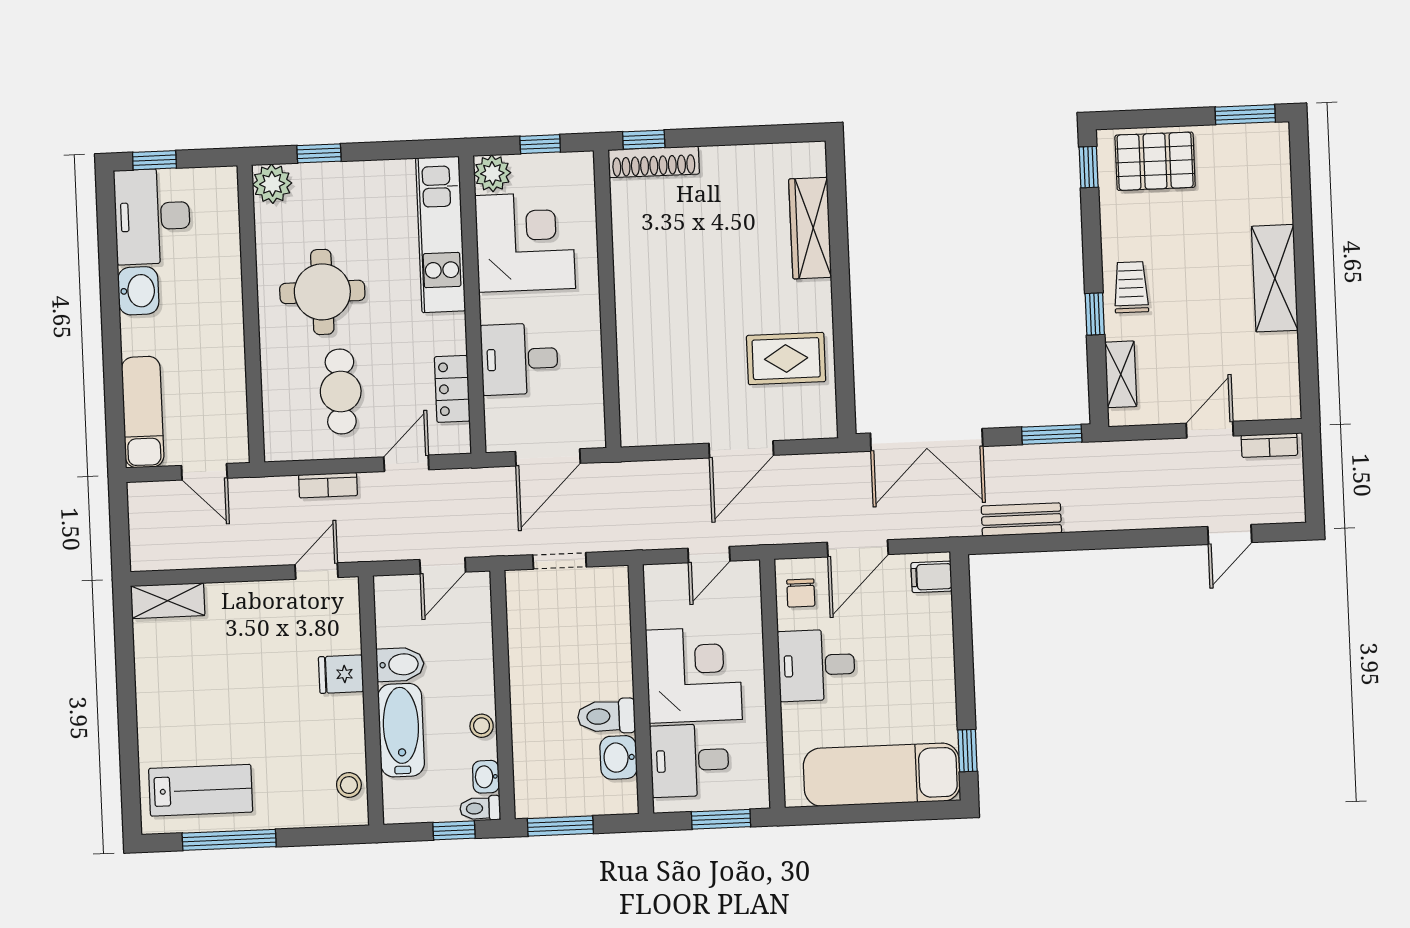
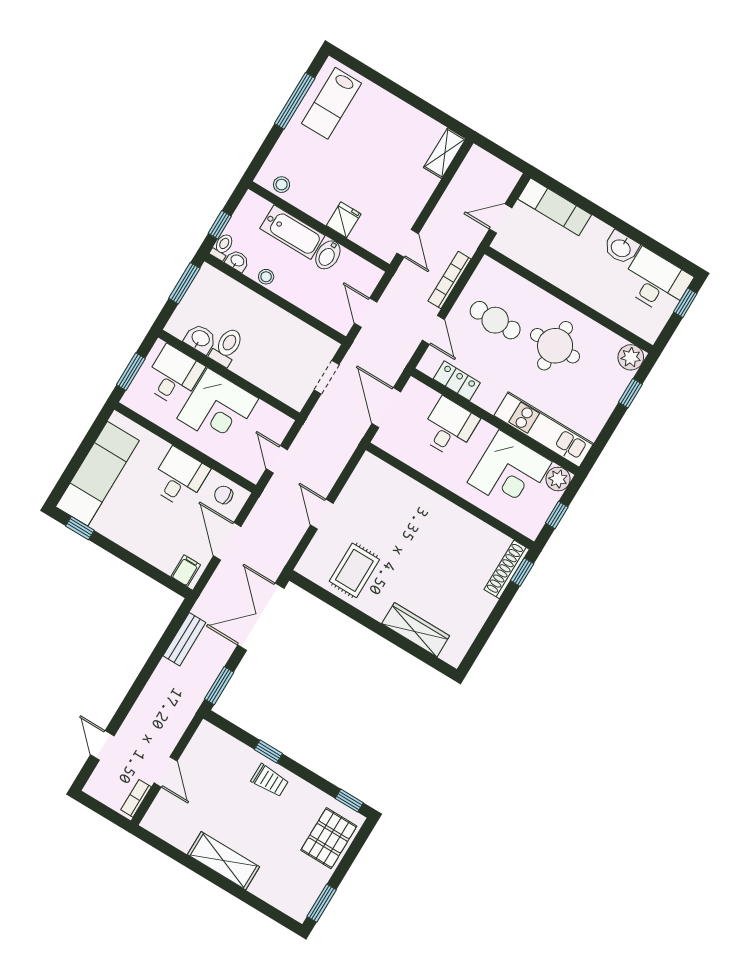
shelving: (1121, 374) -> (227, 744), removed
door: (741, 449) -> (322, 514), width x0.73
bookcase: (328, 485) -> (450, 280), width x1.56

